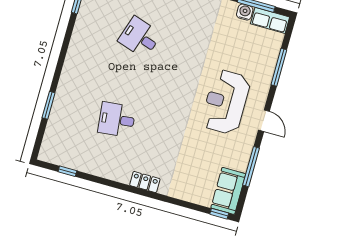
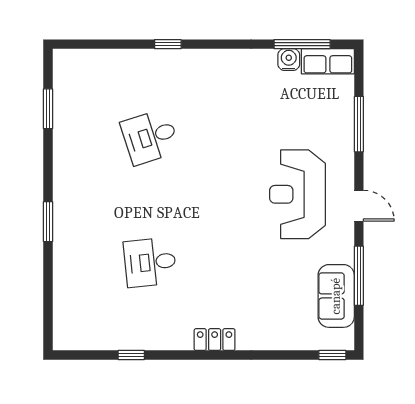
desk: (140, 37) -> (150, 137), turned -36
window: (49, 105) -> (48, 222), moved
window: (67, 171) -> (131, 355), moved
sofa: (228, 191) -> (336, 296), moved

